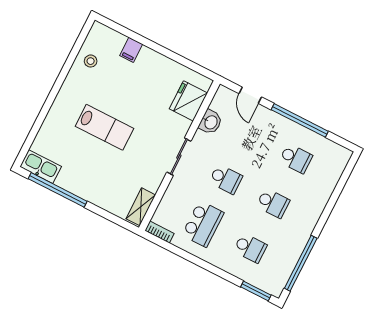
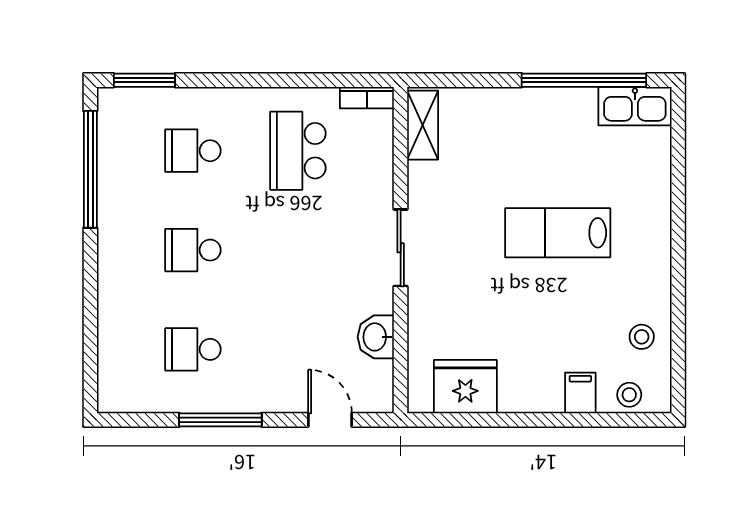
stool: (110, 38) -> (629, 395), added
fridge: (188, 101) -> (465, 387), moved, turned -90
window: (300, 120) -> (220, 420), width x0.68
school desk: (226, 179) -> (298, 250), removed

